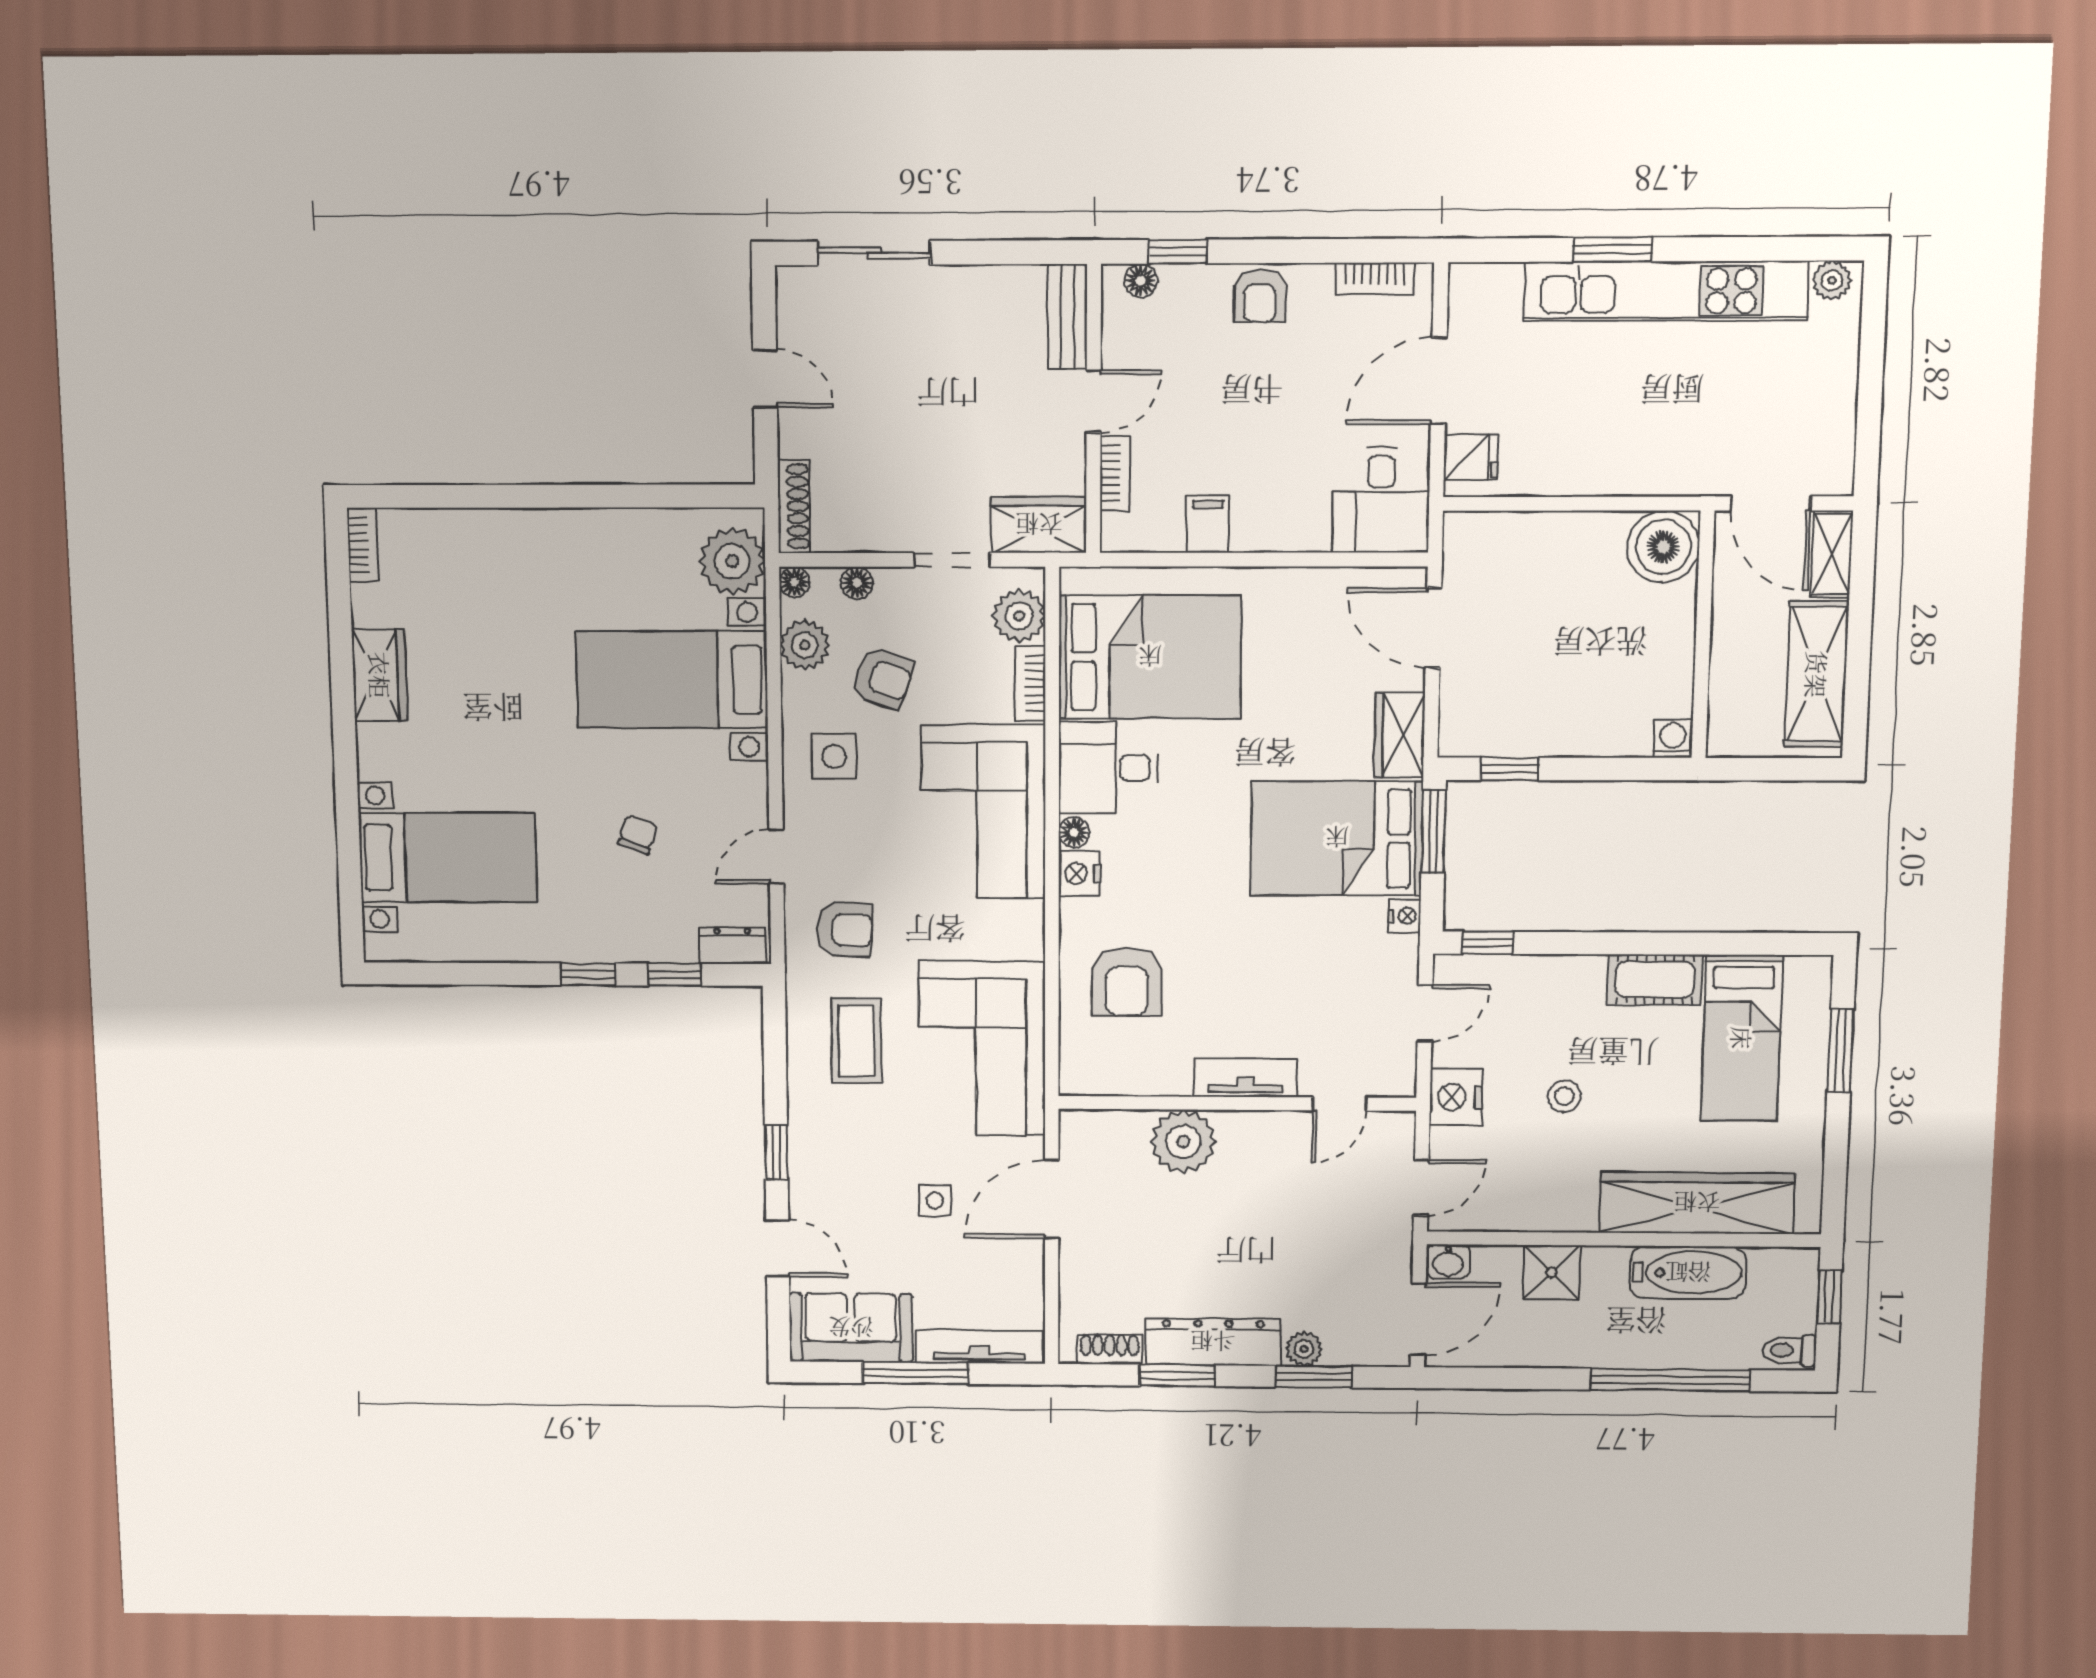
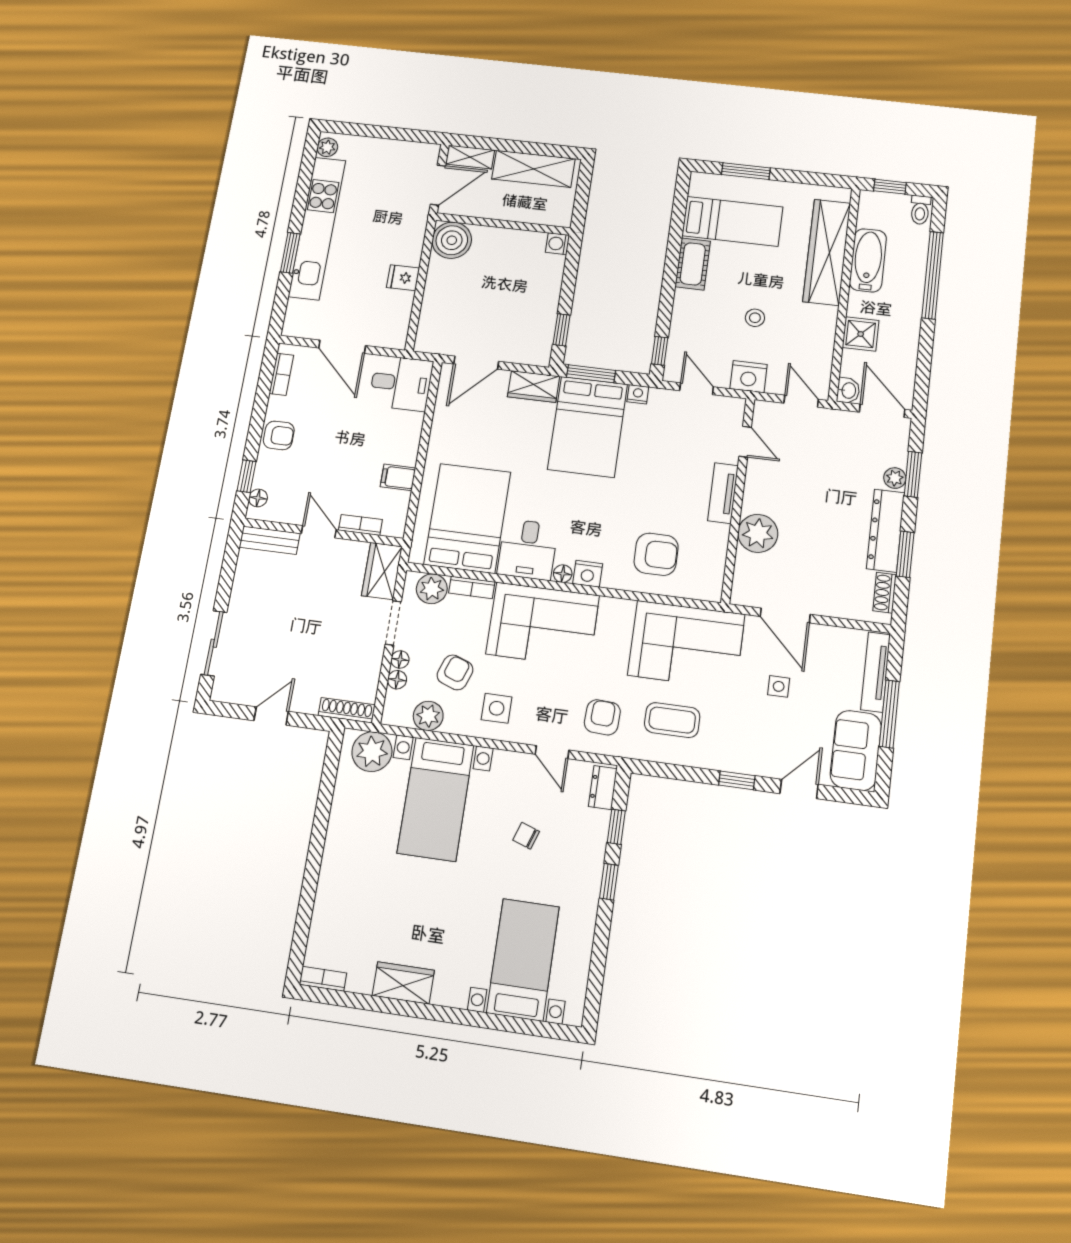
fridge: (1471, 457) -> (403, 278), moved, turned -90
floor lamp: (794, 582) -> (400, 660), moved

